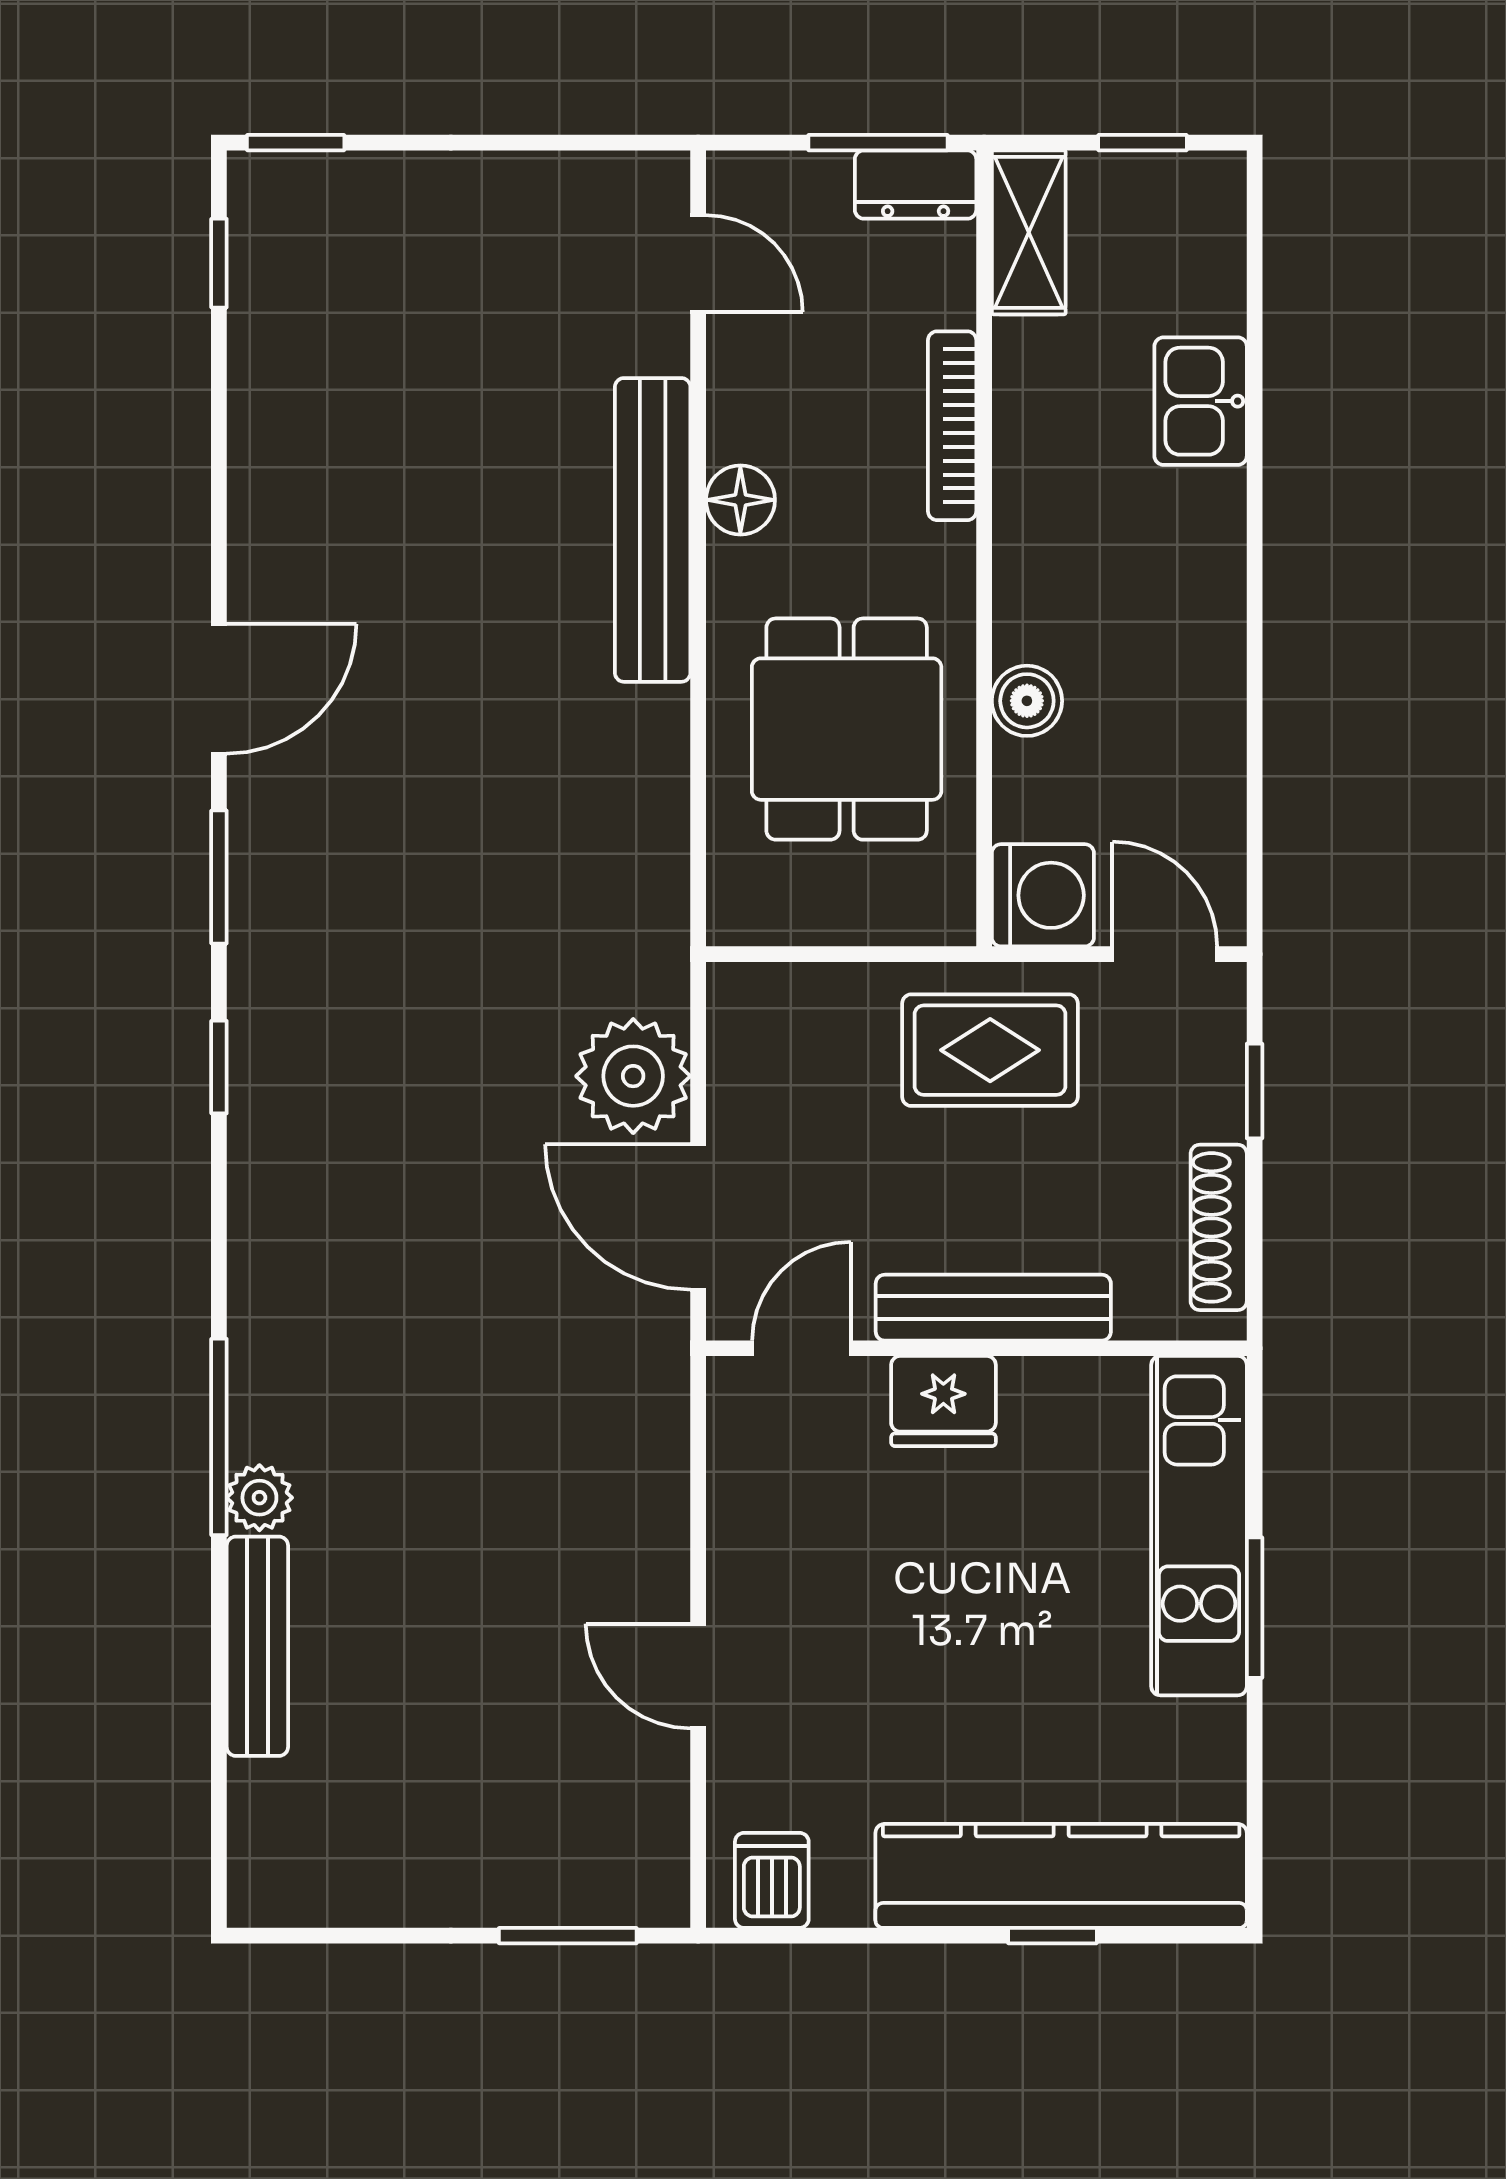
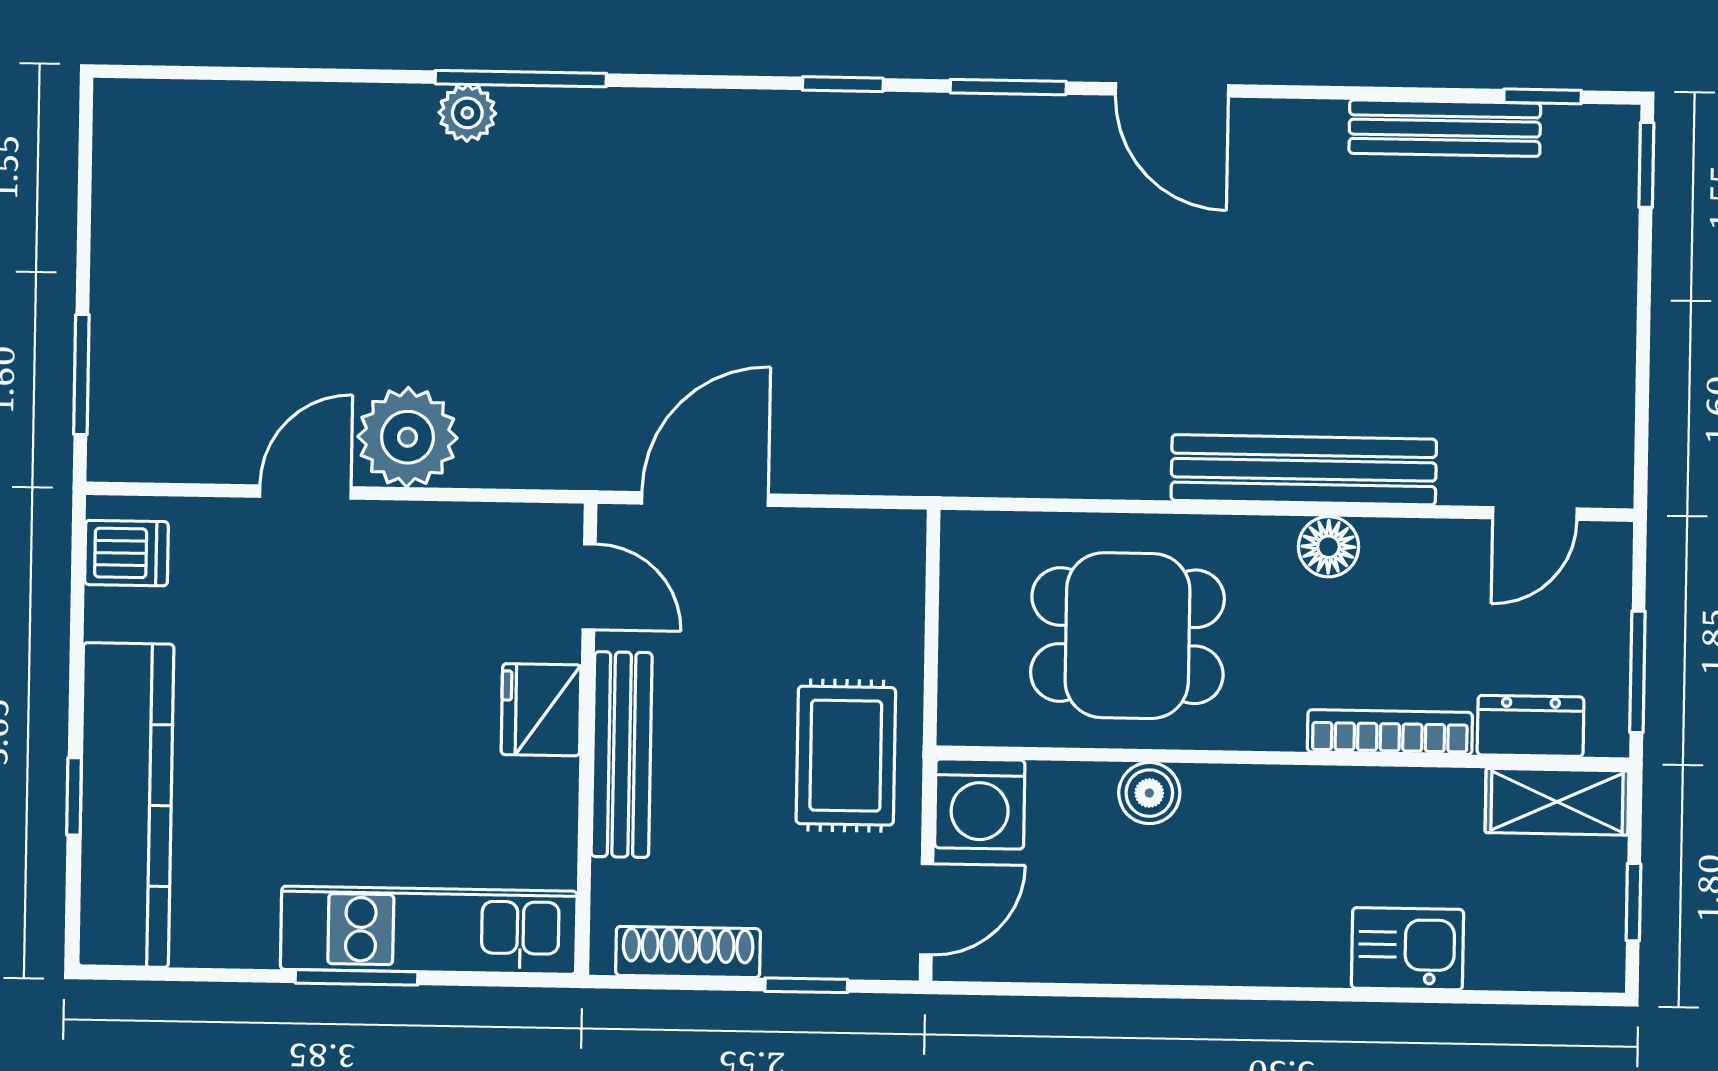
dresser: (916, 185) -> (1531, 726), moved, turned 90
plant: (633, 1076) -> (407, 437), moved
bench: (257, 1646) -> (1445, 128), moved

